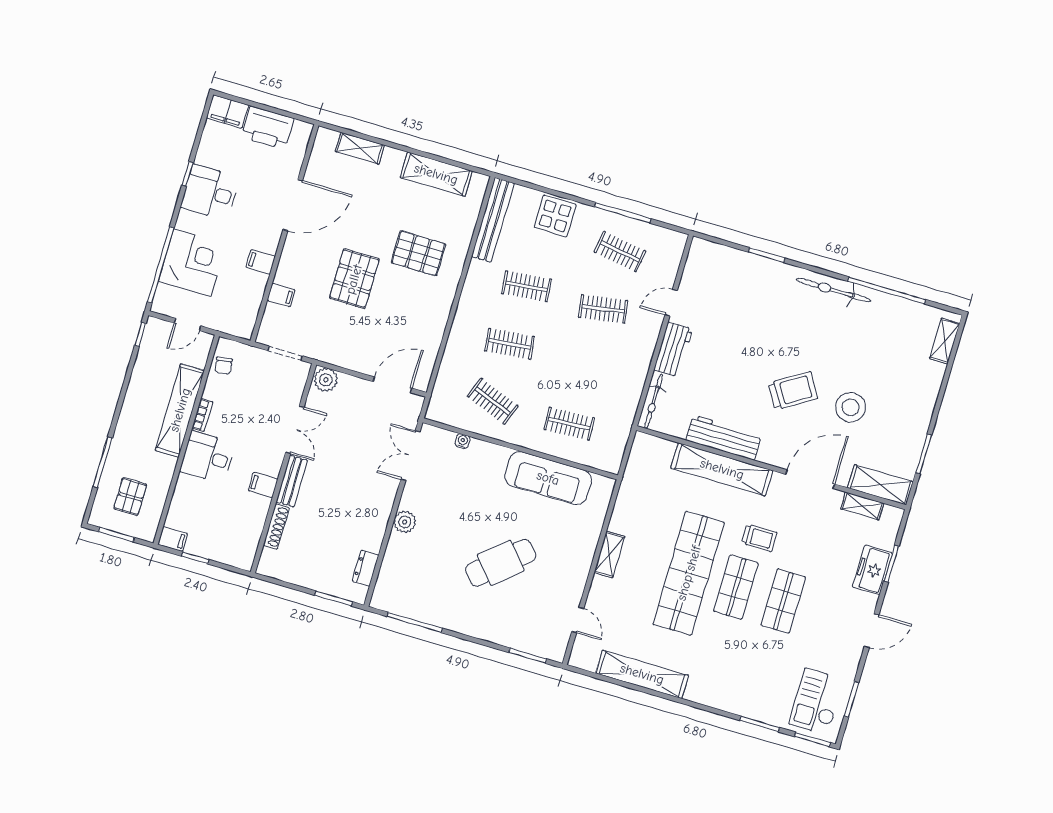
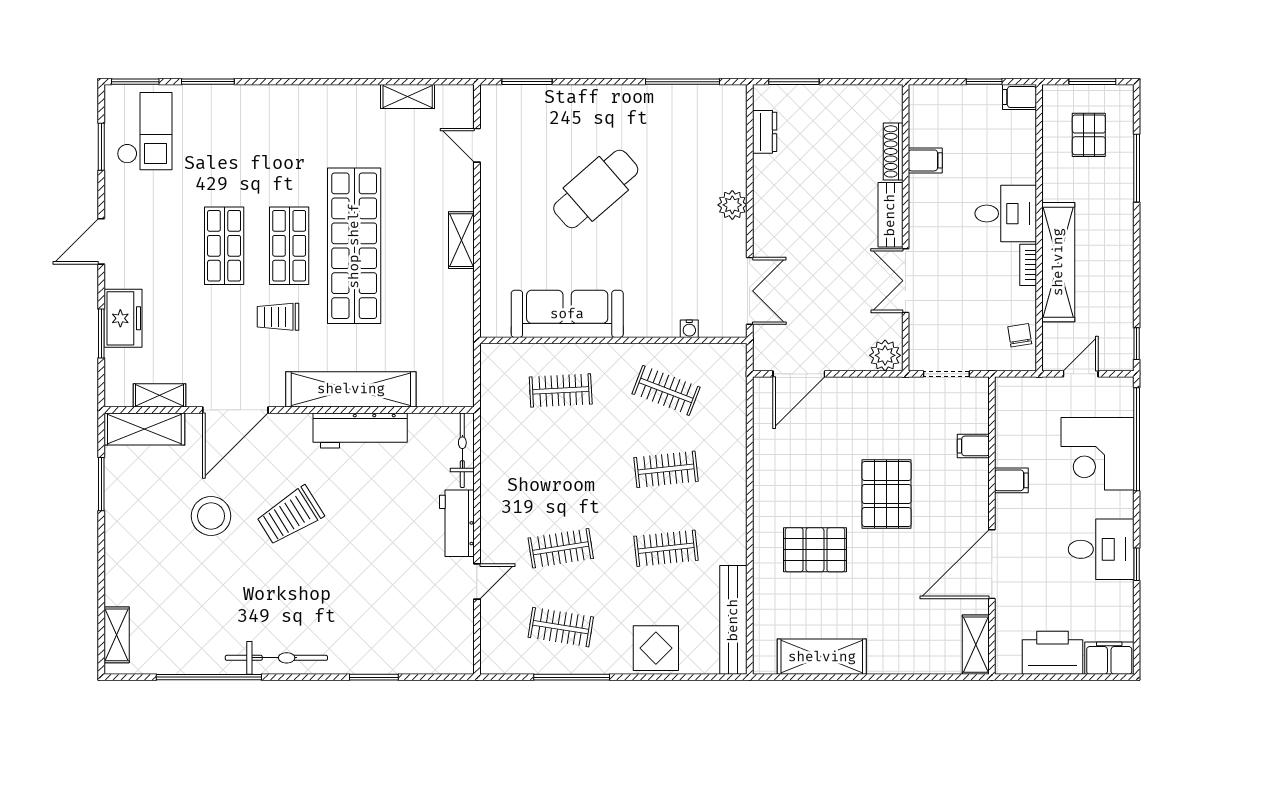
shelving: (360, 148) -> (976, 645), moved, turned 90
filing cabinet: (263, 485) -> (925, 160), moved
shelving: (642, 674) -> (408, 96), width x0.45, depth x0.75

